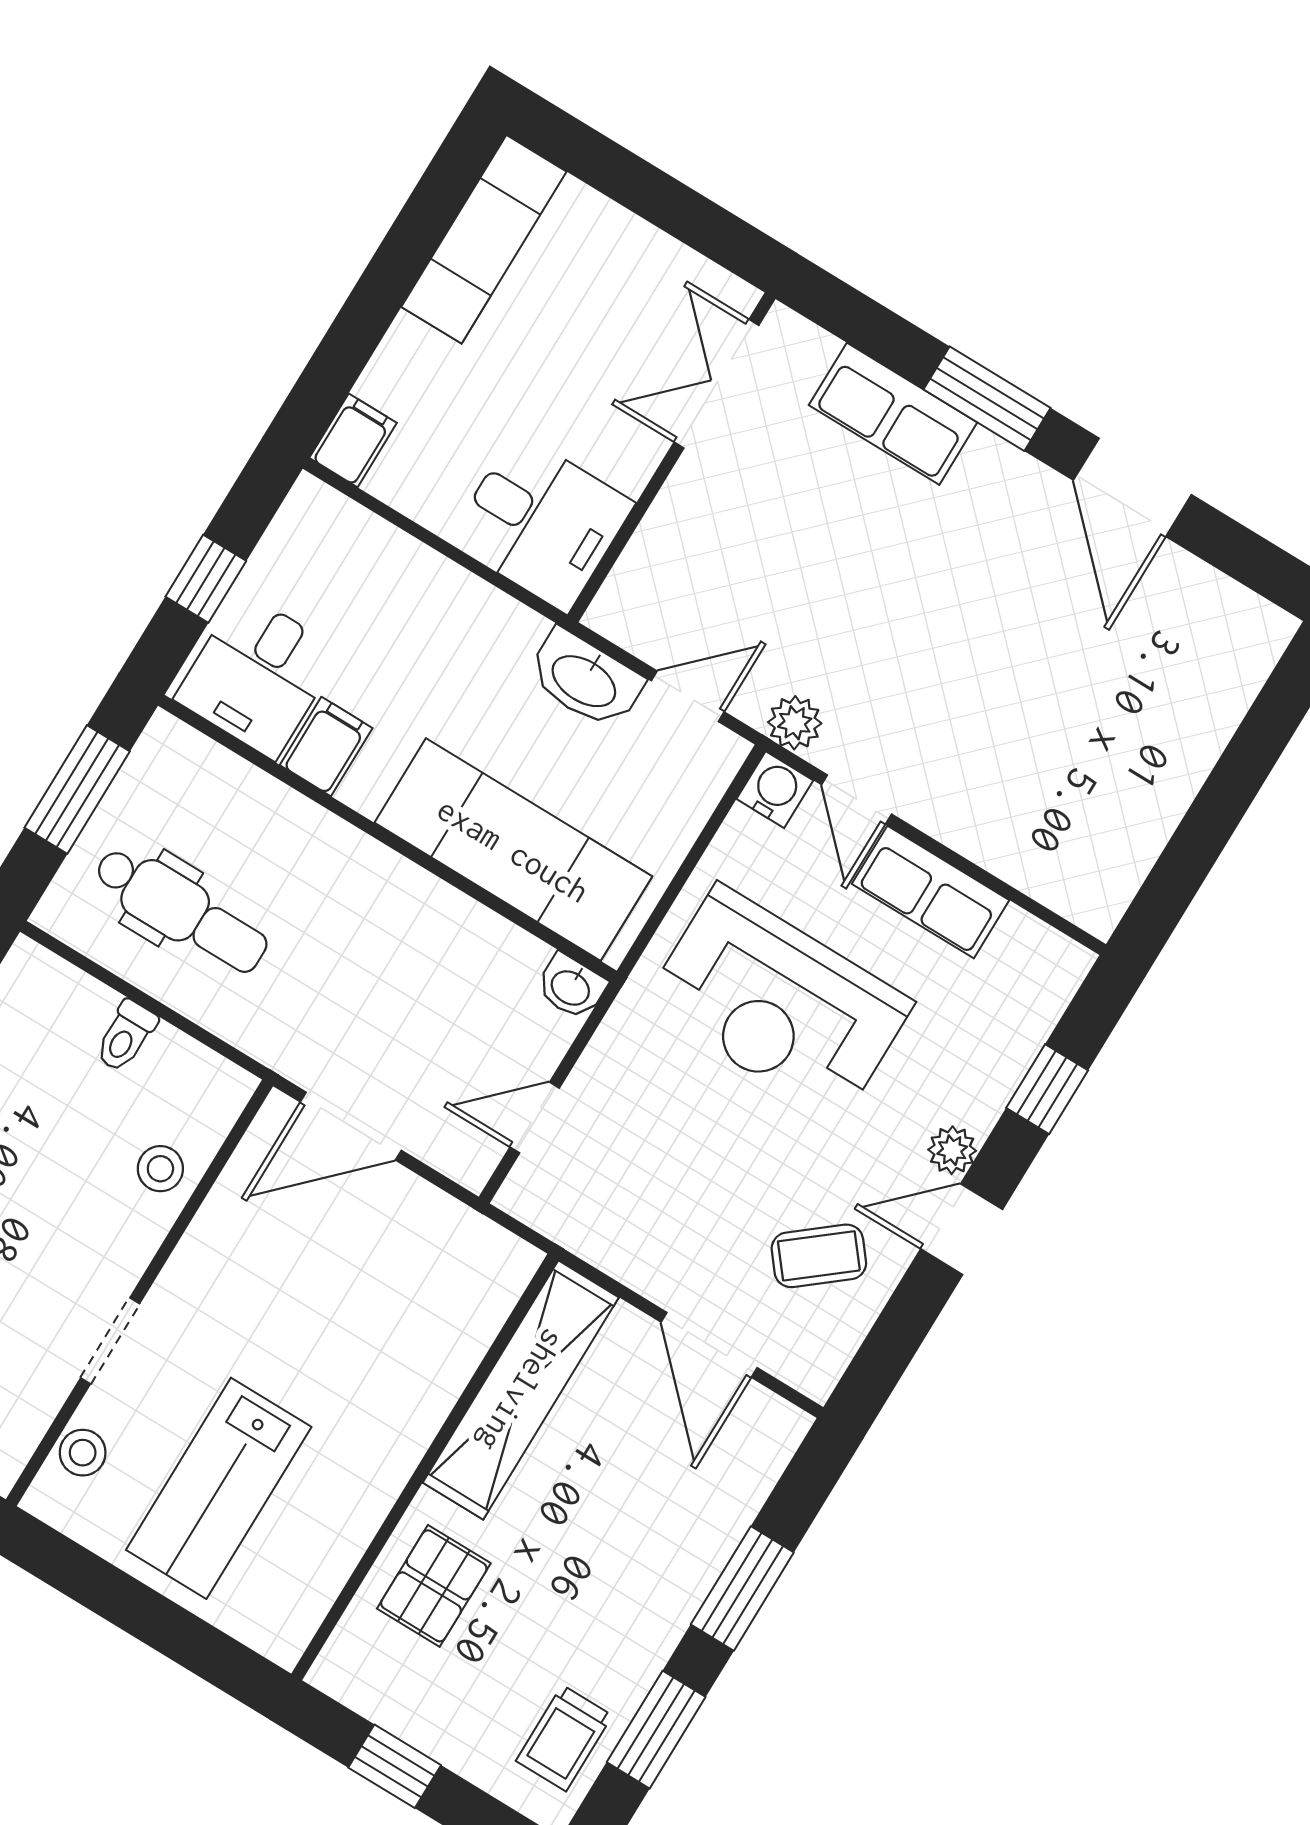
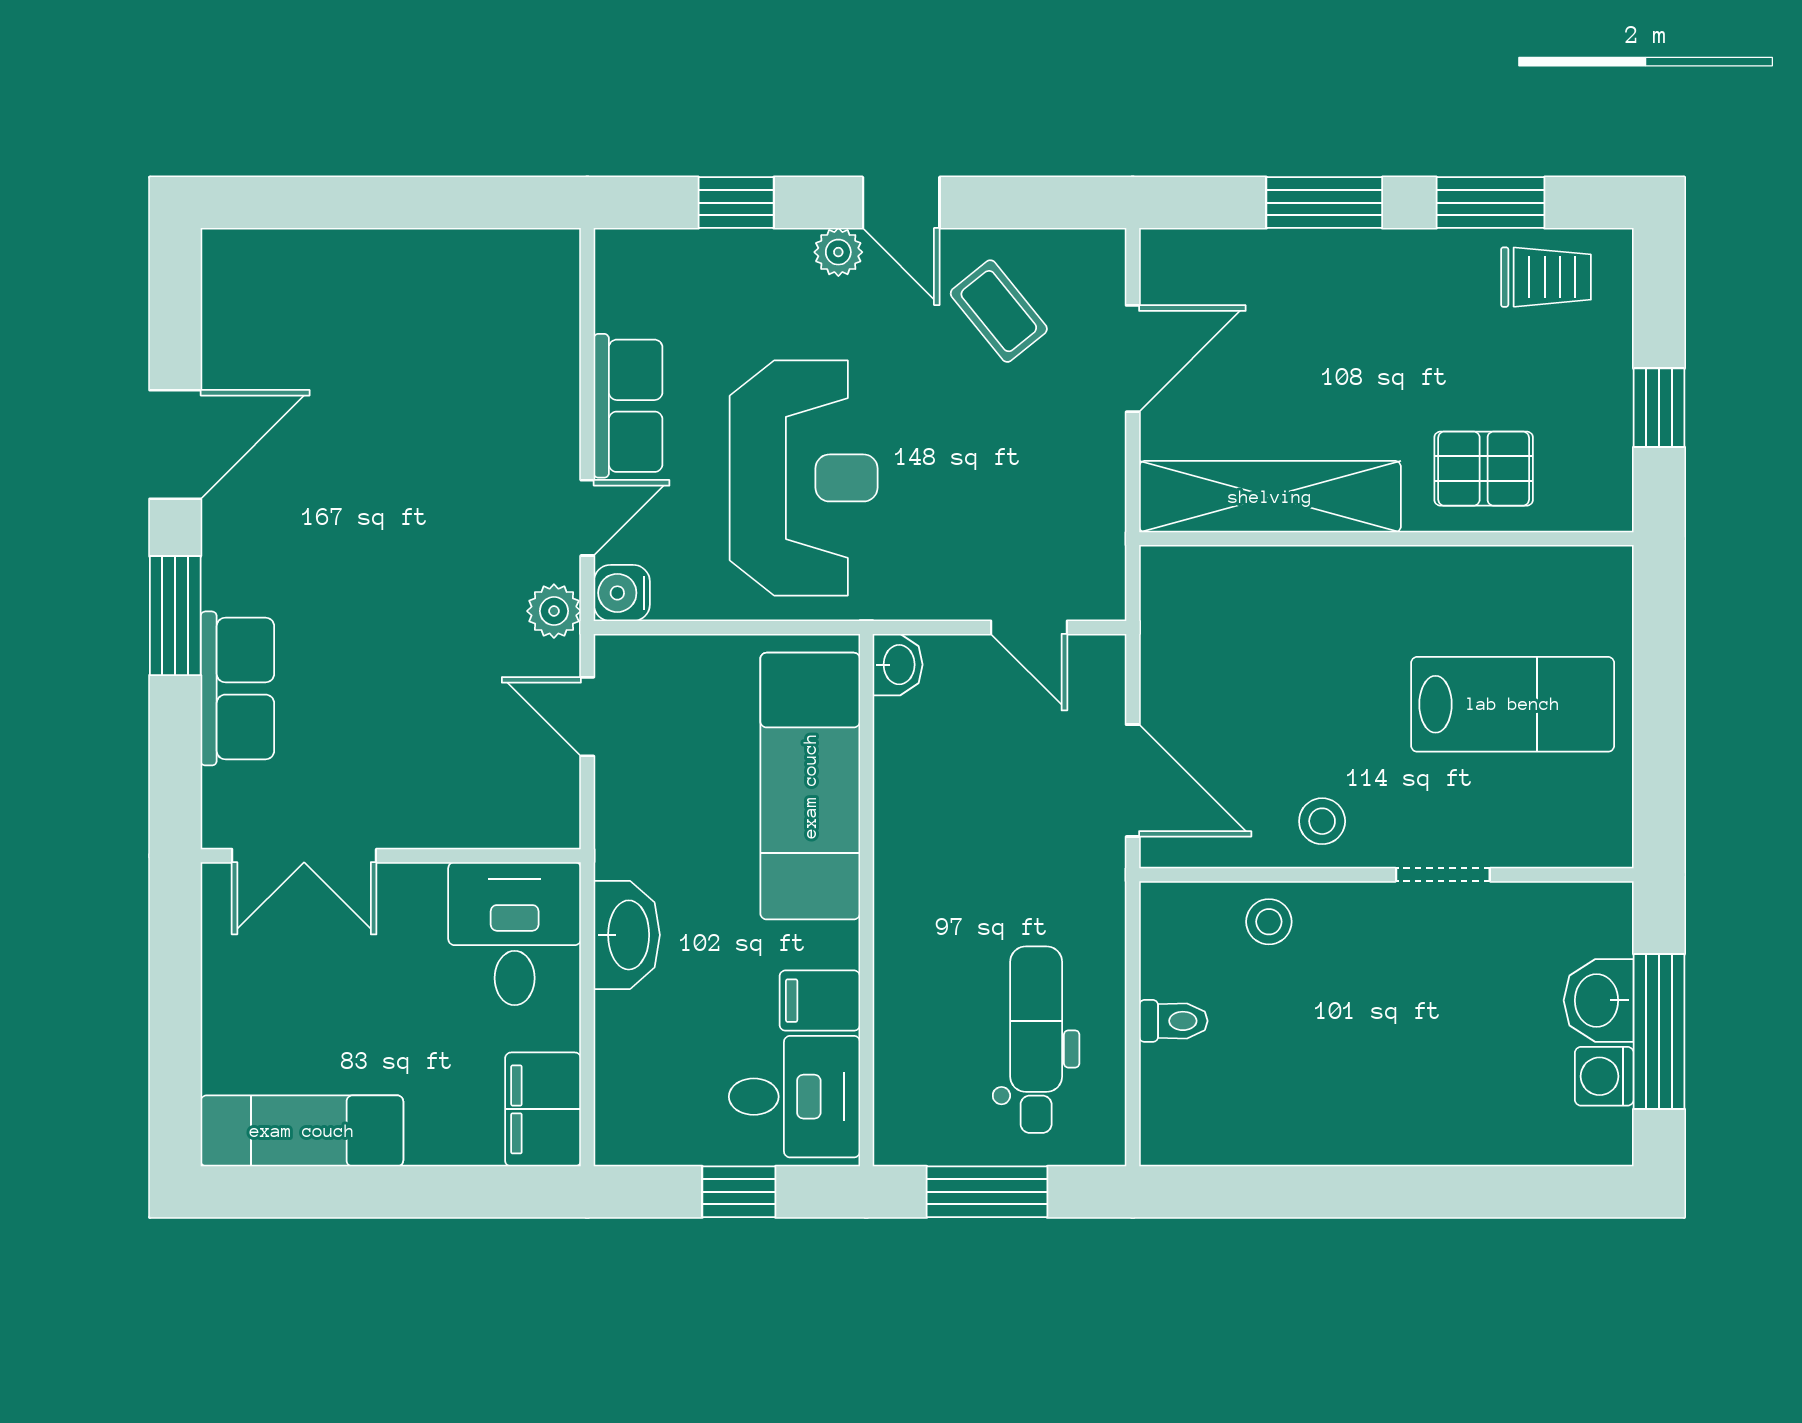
filing cabinet: (353, 440) -> (543, 1109), width x2.00
washbasin: (585, 680) -> (627, 935), moved
stool: (83, 1453) -> (1322, 821), moved

